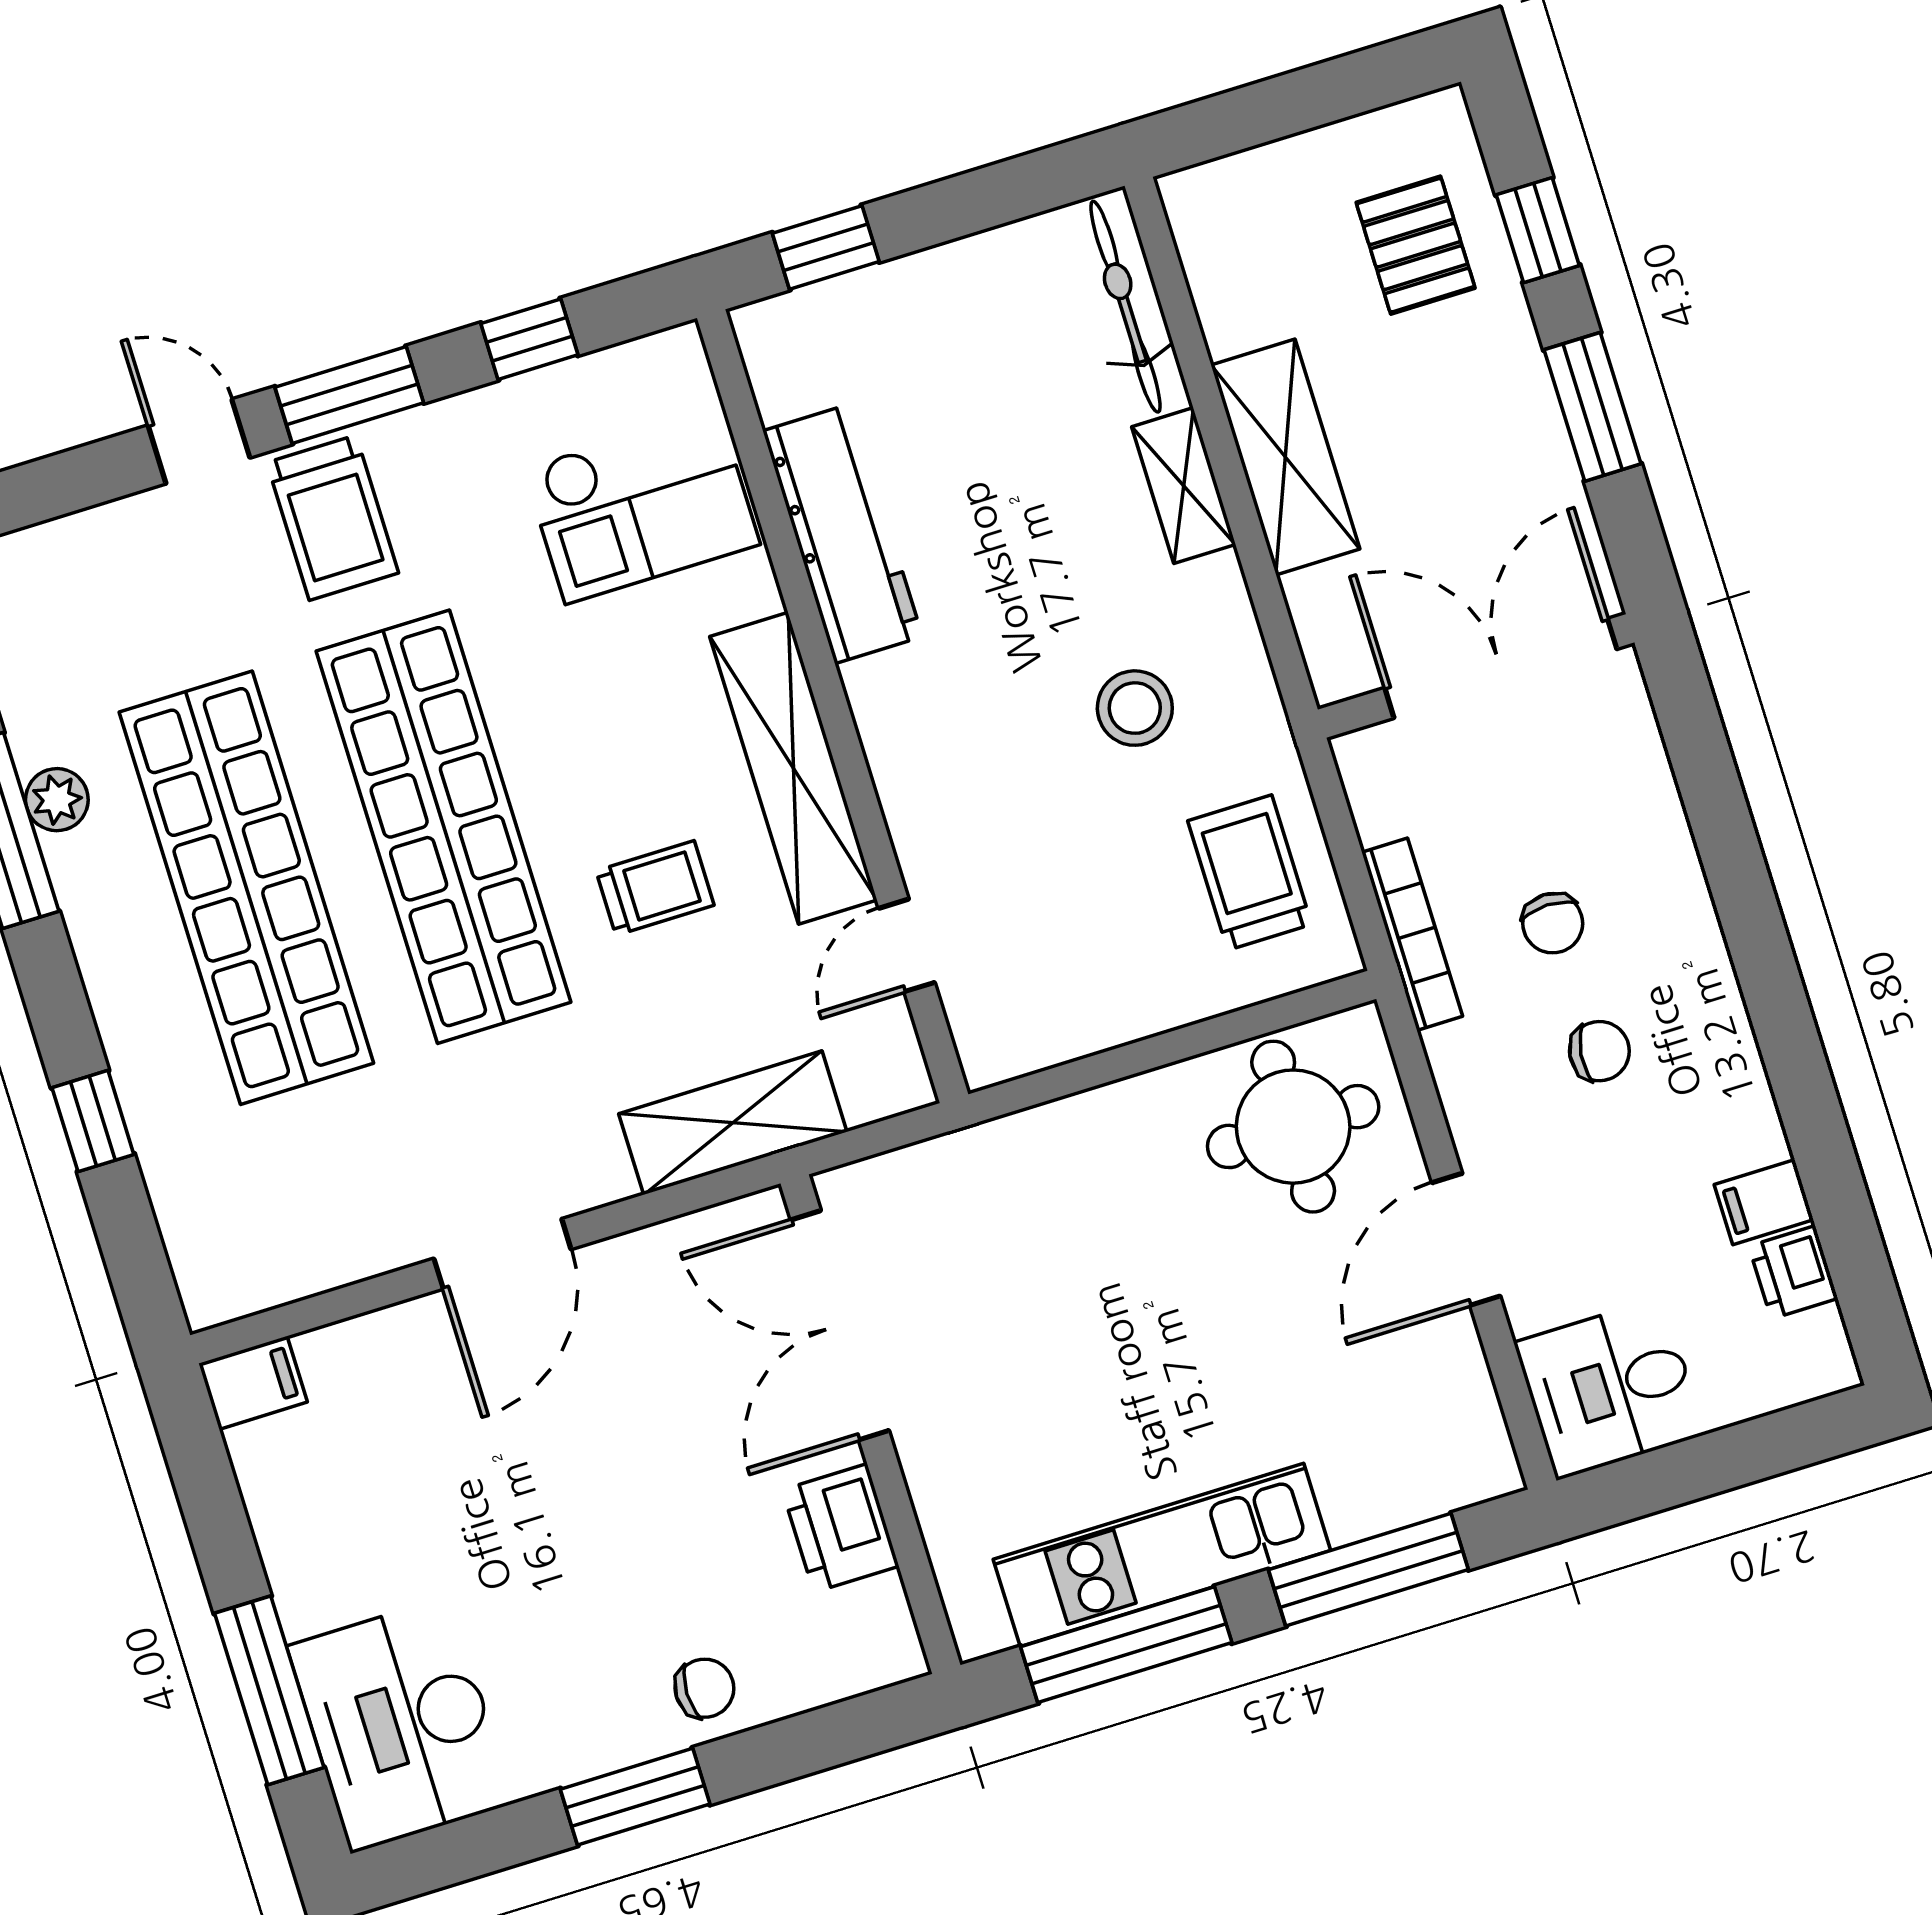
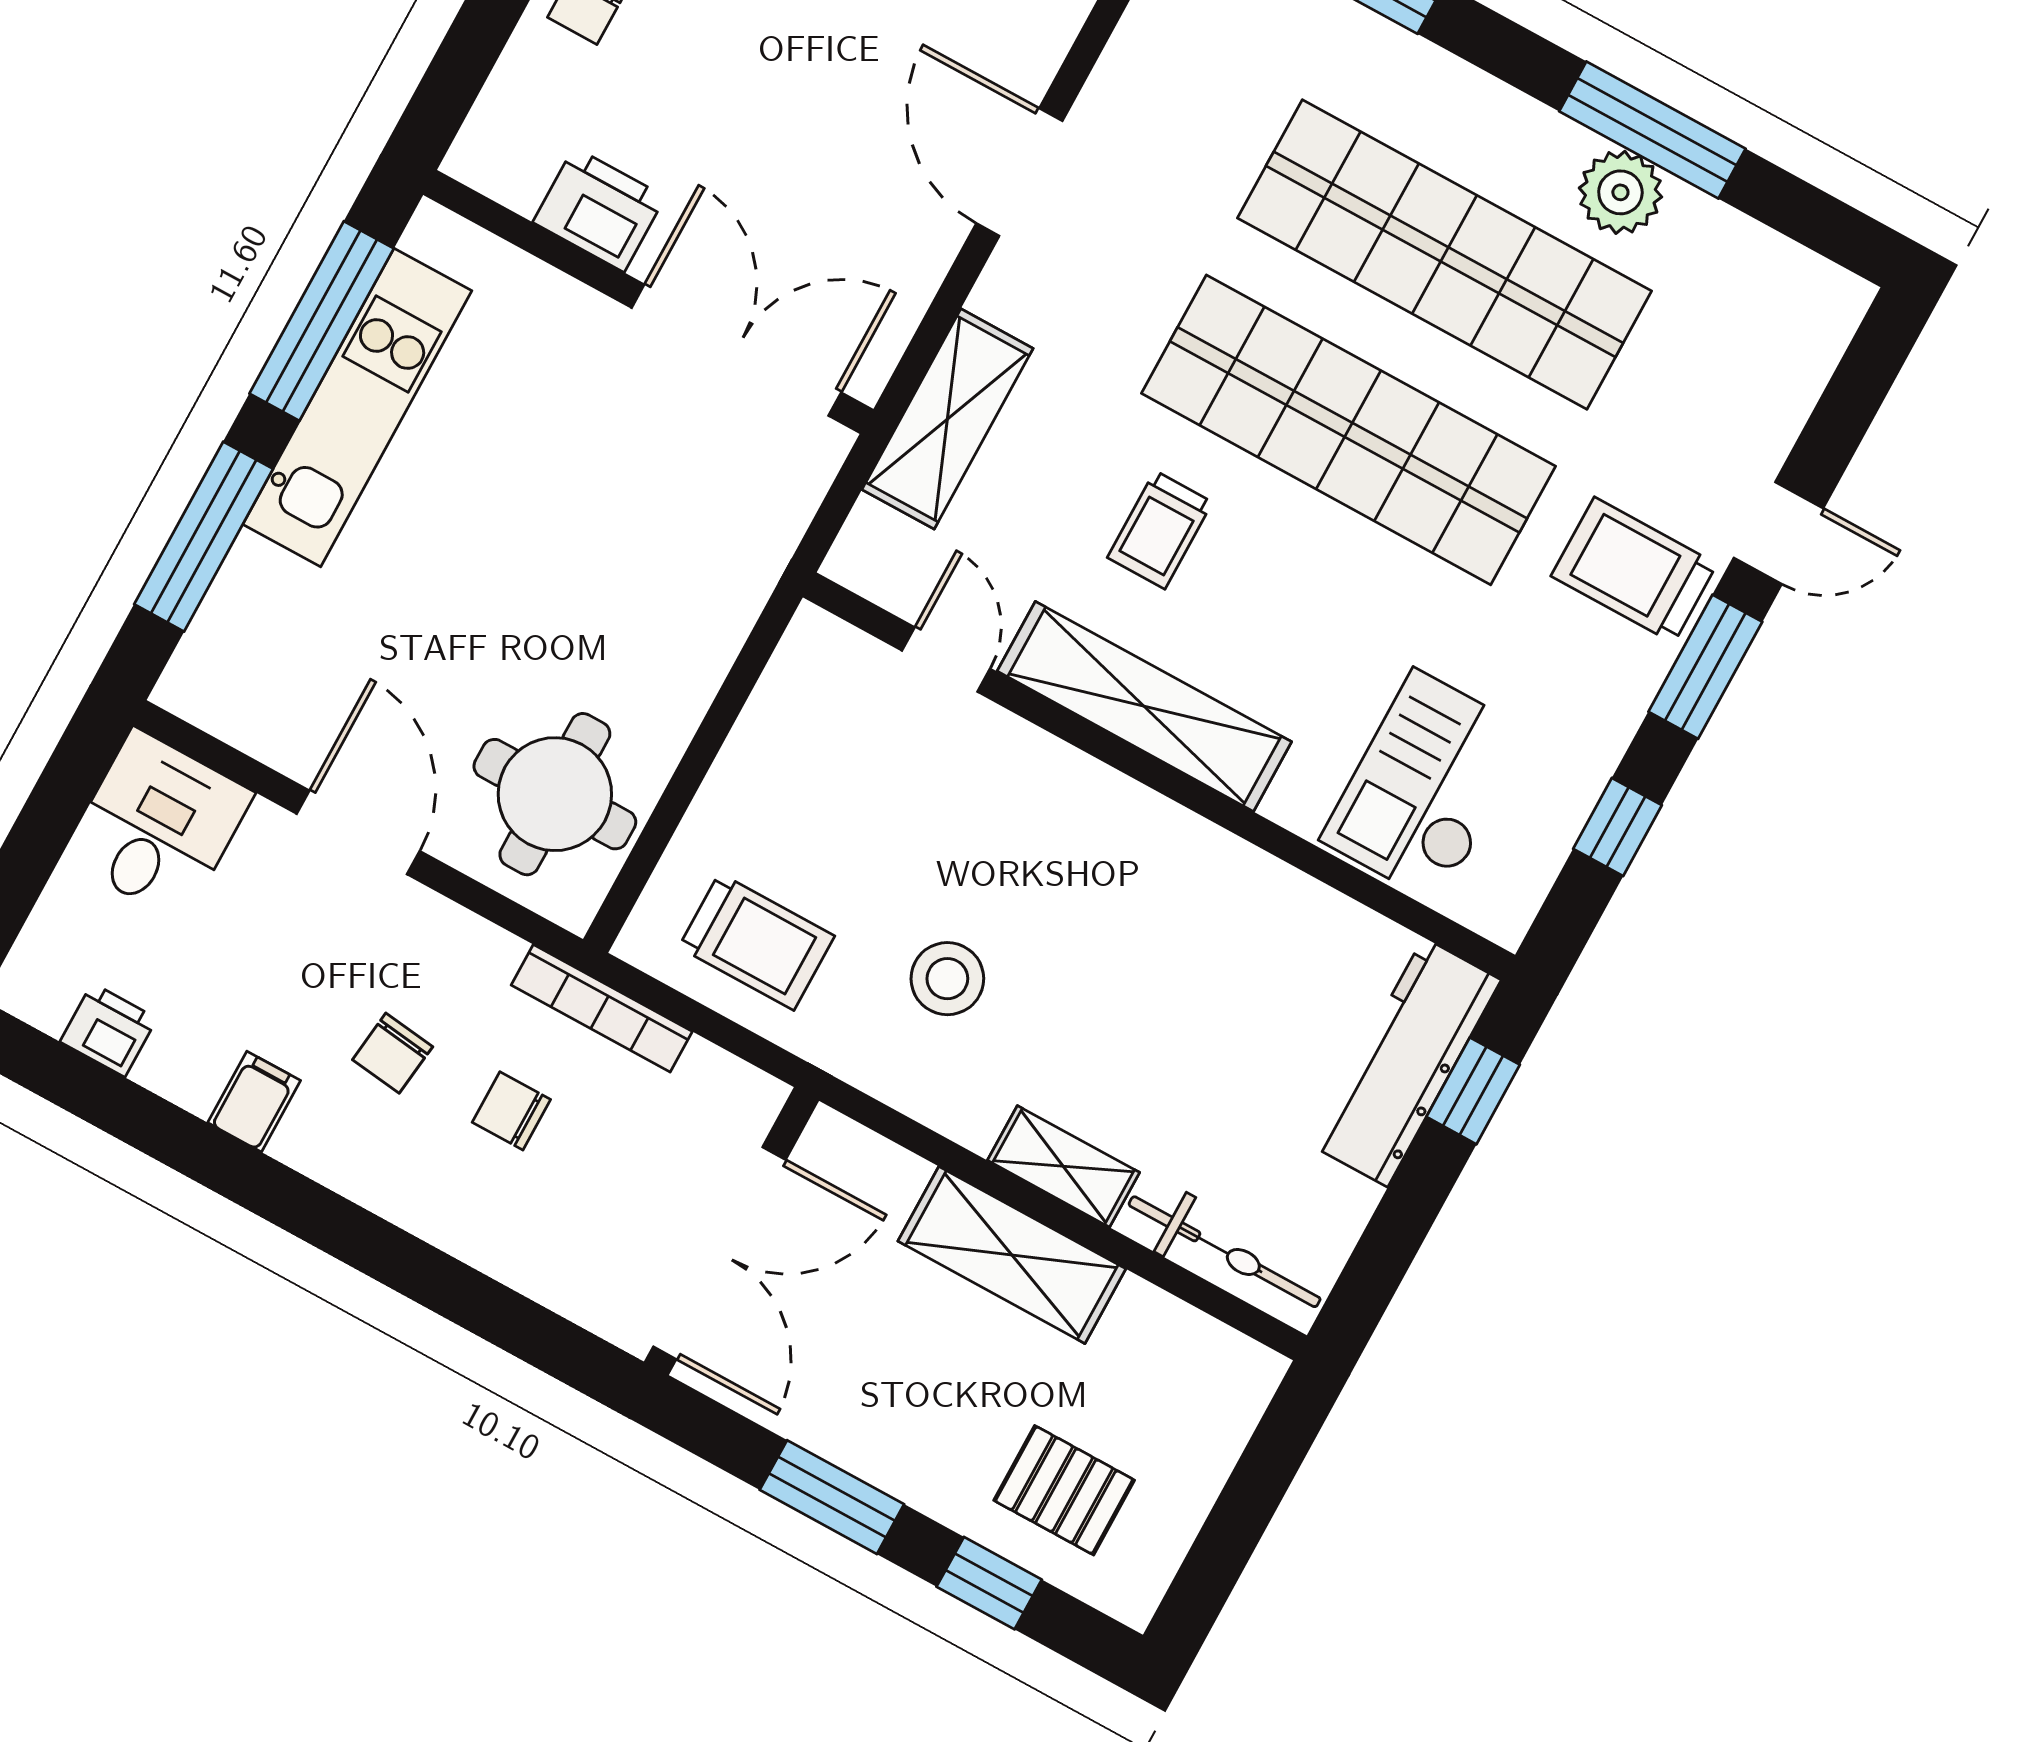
workbench: (843, 534) -> (1406, 1062), moved, turned 90
plant: (57, 800) -> (1620, 192), width x1.38, depth x1.38
filing cabinet: (1764, 1202) -> (254, 1102), moved

